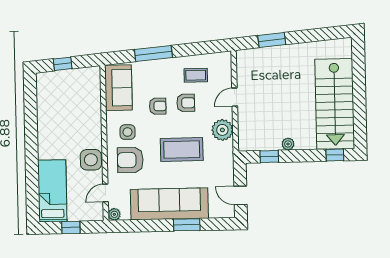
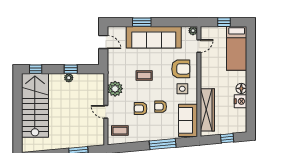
coffee table: (196, 75) -> (120, 131), moved
door: (235, 97) -> (106, 112), swing flipped
wardrobe: (91, 103) -> (207, 110), added
nightstand: (45, 116) -> (240, 101), added
floor lamp: (44, 134) -> (241, 88), added
coffee table: (182, 150) -> (144, 76), width x0.54, depth x0.58
window: (269, 156) -> (71, 69), moved
side table: (91, 160) -> (209, 70), removed

